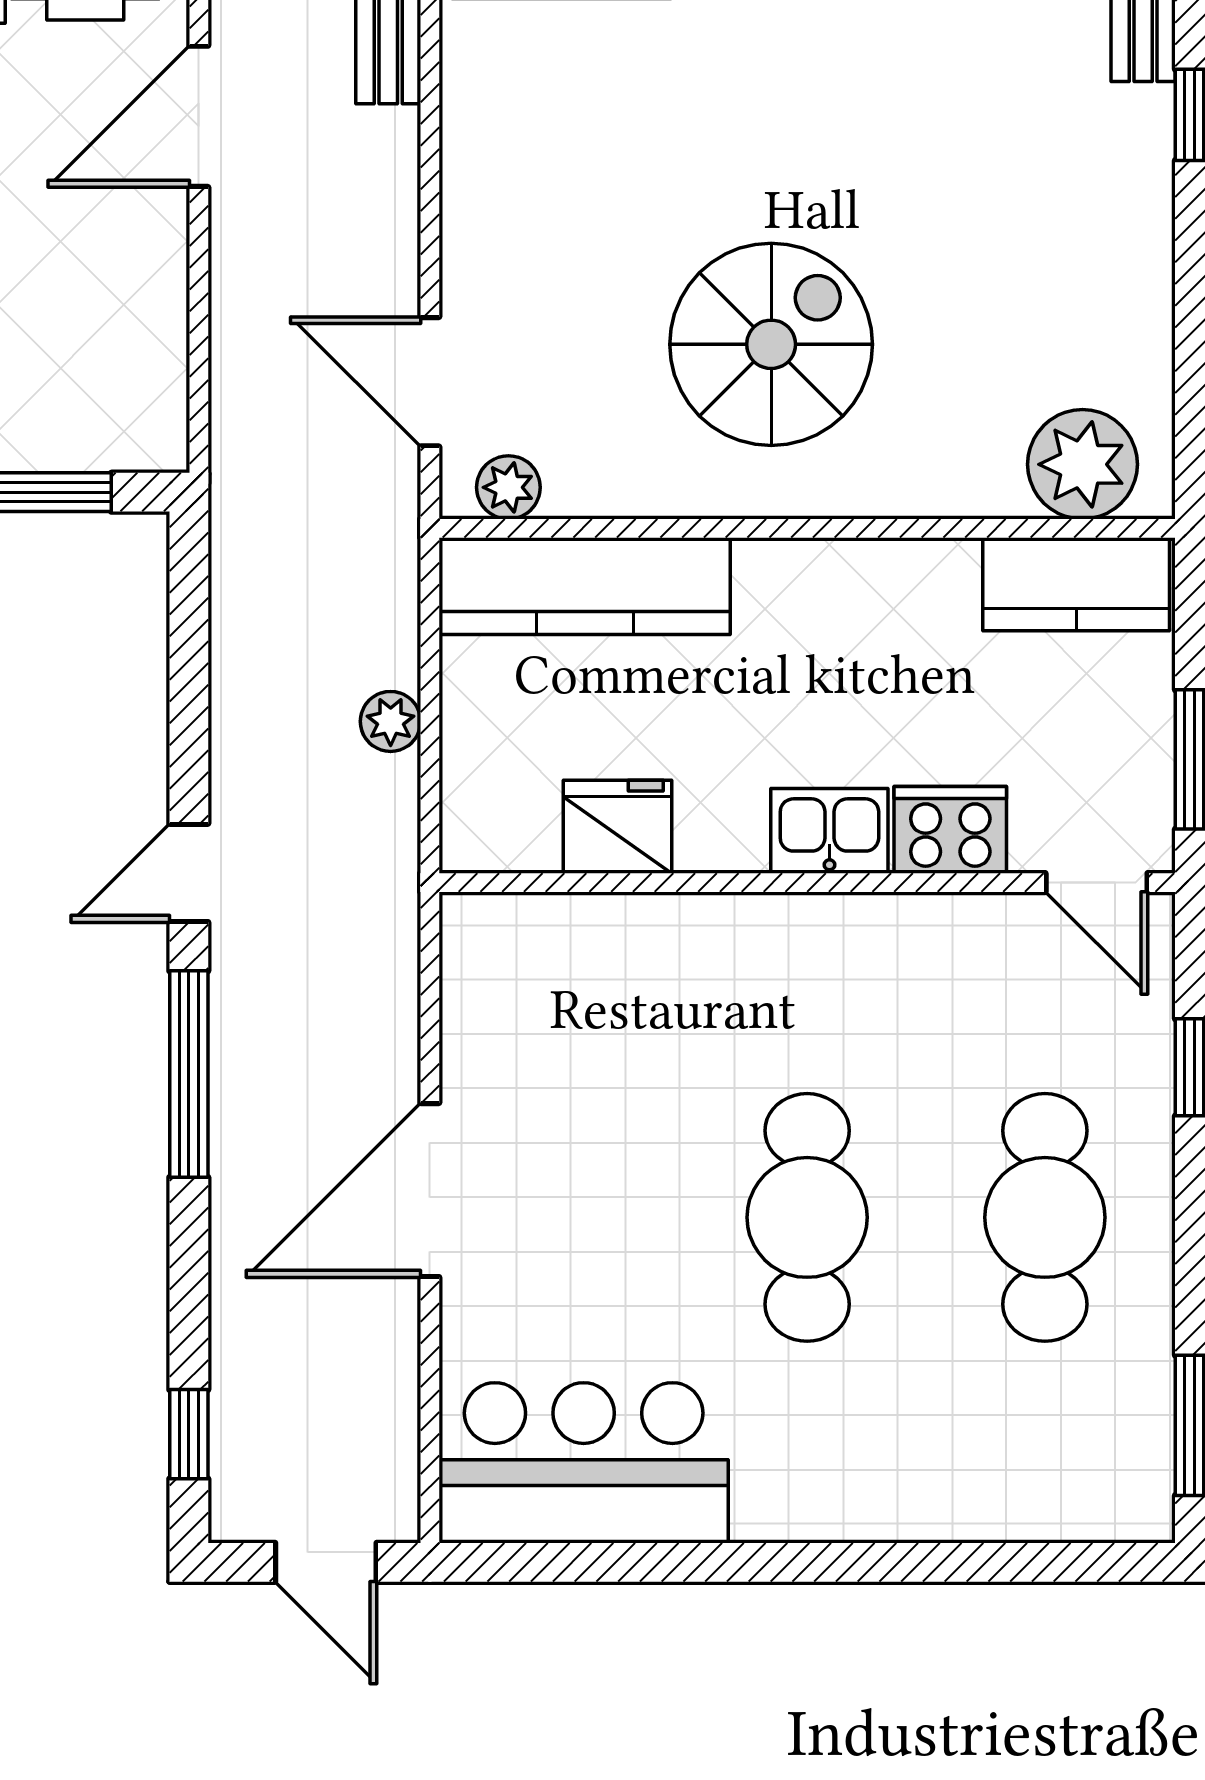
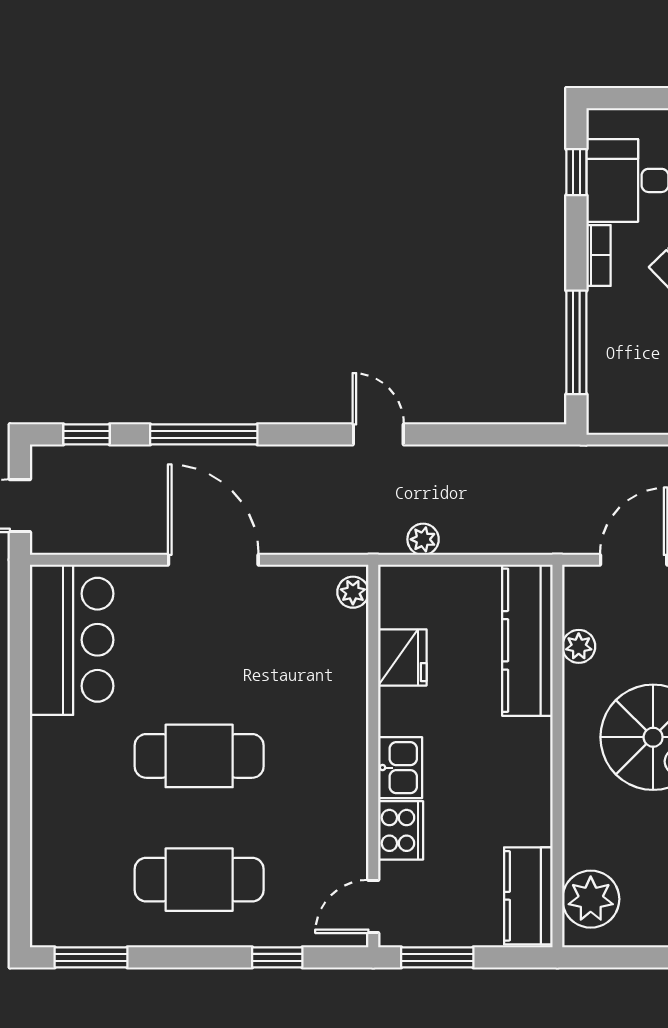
plant: (508, 487) -> (579, 646), moved
plant: (391, 721) -> (423, 539), moved
plant: (492, 922) -> (353, 592), added
window: (189, 1074) -> (204, 434), moved

